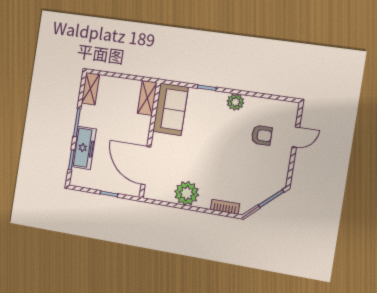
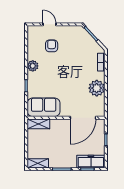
freezer: (84, 148) -> (91, 162), moved

